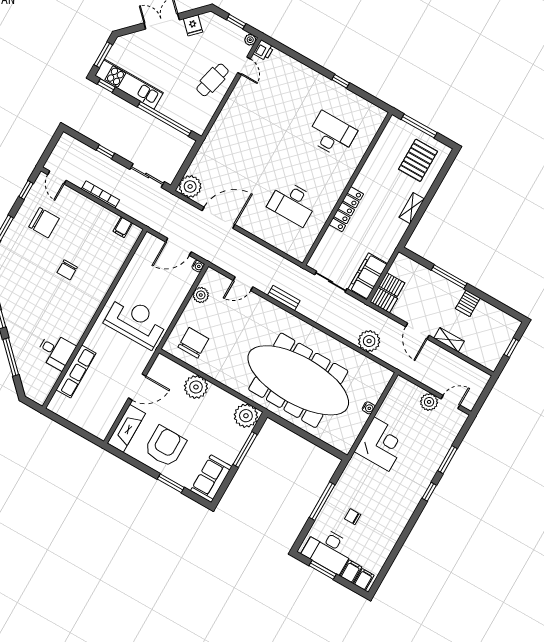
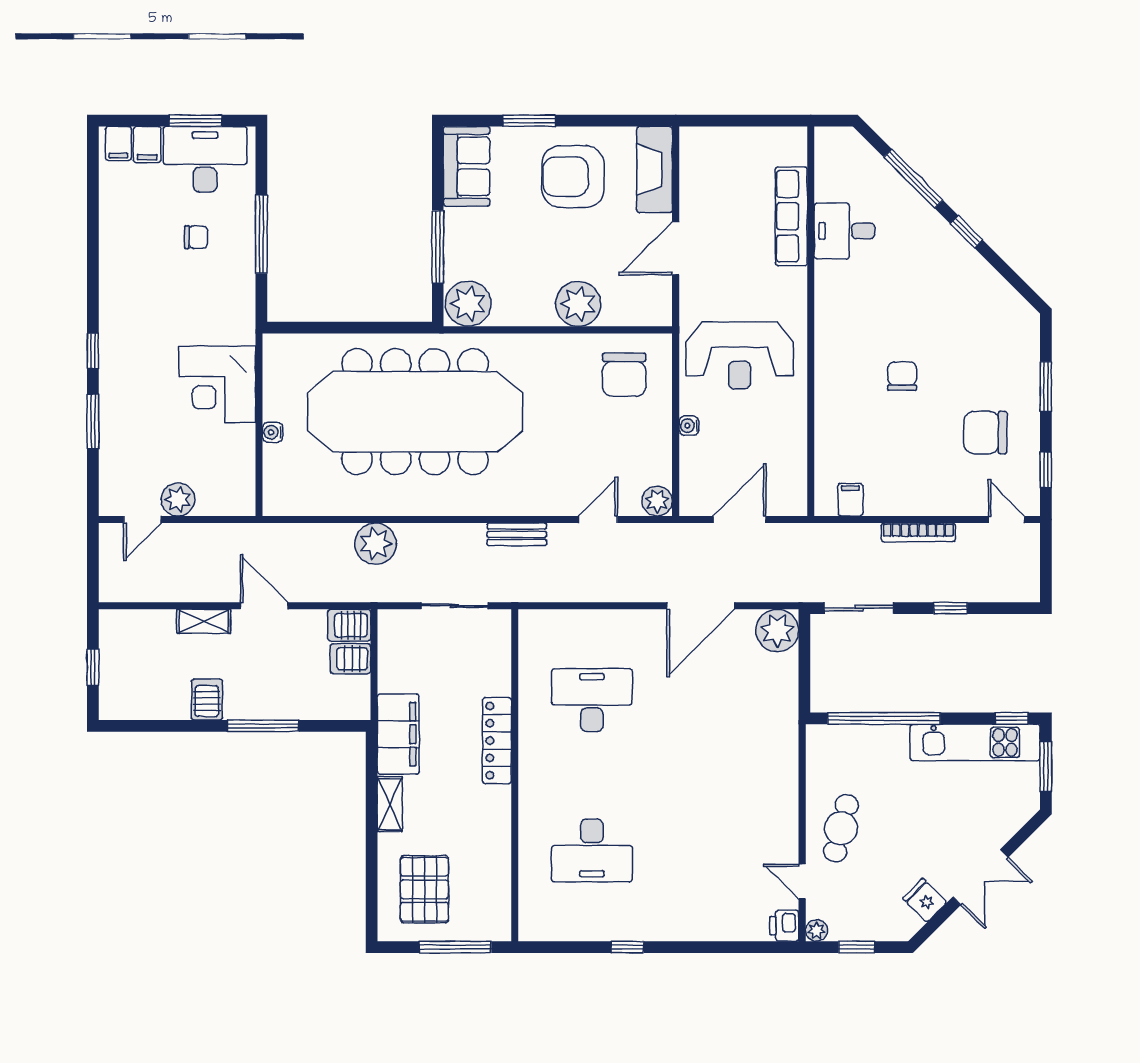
water cooler: (198, 266) -> (689, 426), moved
filing cabinet: (368, 276) -> (398, 734), moved
plant: (201, 295) -> (657, 501), moved
plant: (369, 341) -> (376, 544), moved
armchair: (165, 446) -> (573, 177), turned 90

